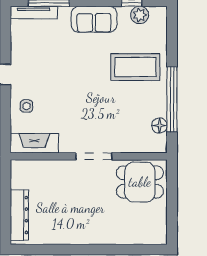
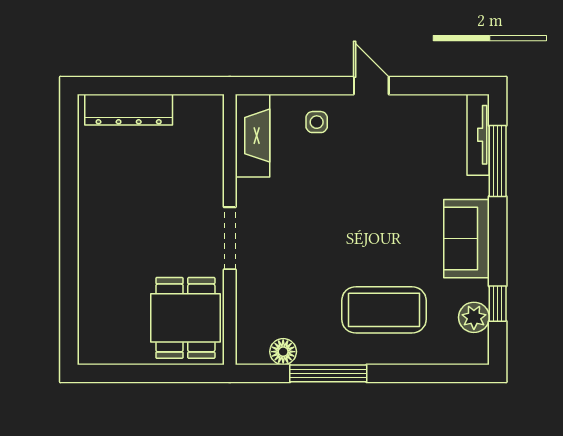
coffee table: (135, 67) -> (384, 310), turned 90
window: (172, 99) -> (328, 373), width x0.68

